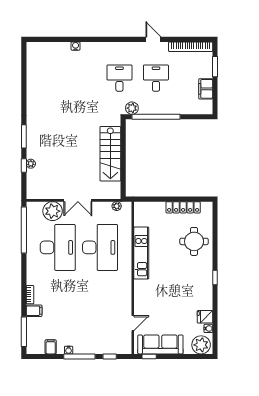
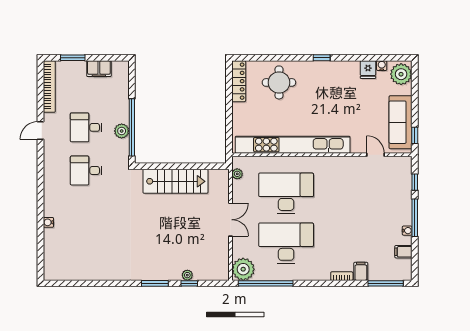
plant: (132, 108) -> (122, 131), moved
locker: (183, 207) -> (239, 81), moved
plant: (53, 211) -> (243, 269), moved
kitchen unit: (141, 253) -> (293, 145), width x1.86

